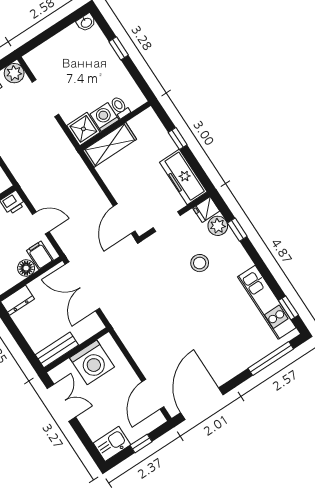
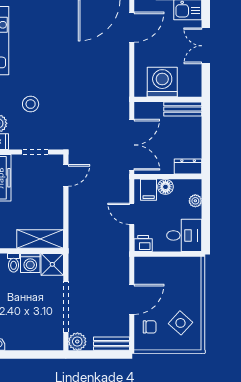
doorway: (45, 98) -> (66, 307), width x1.36
door: (124, 219) -> (66, 175), width x0.73
double door: (61, 403) -> (206, 46), moved

